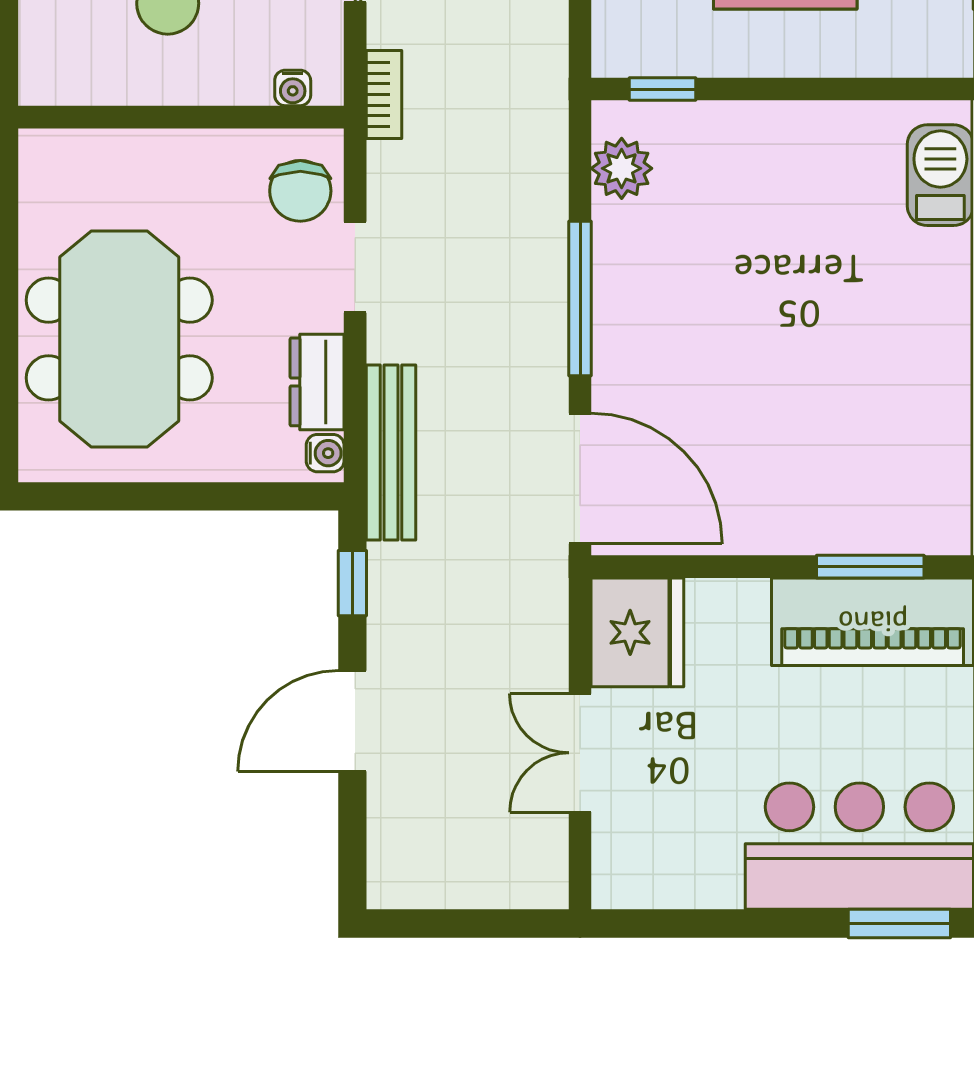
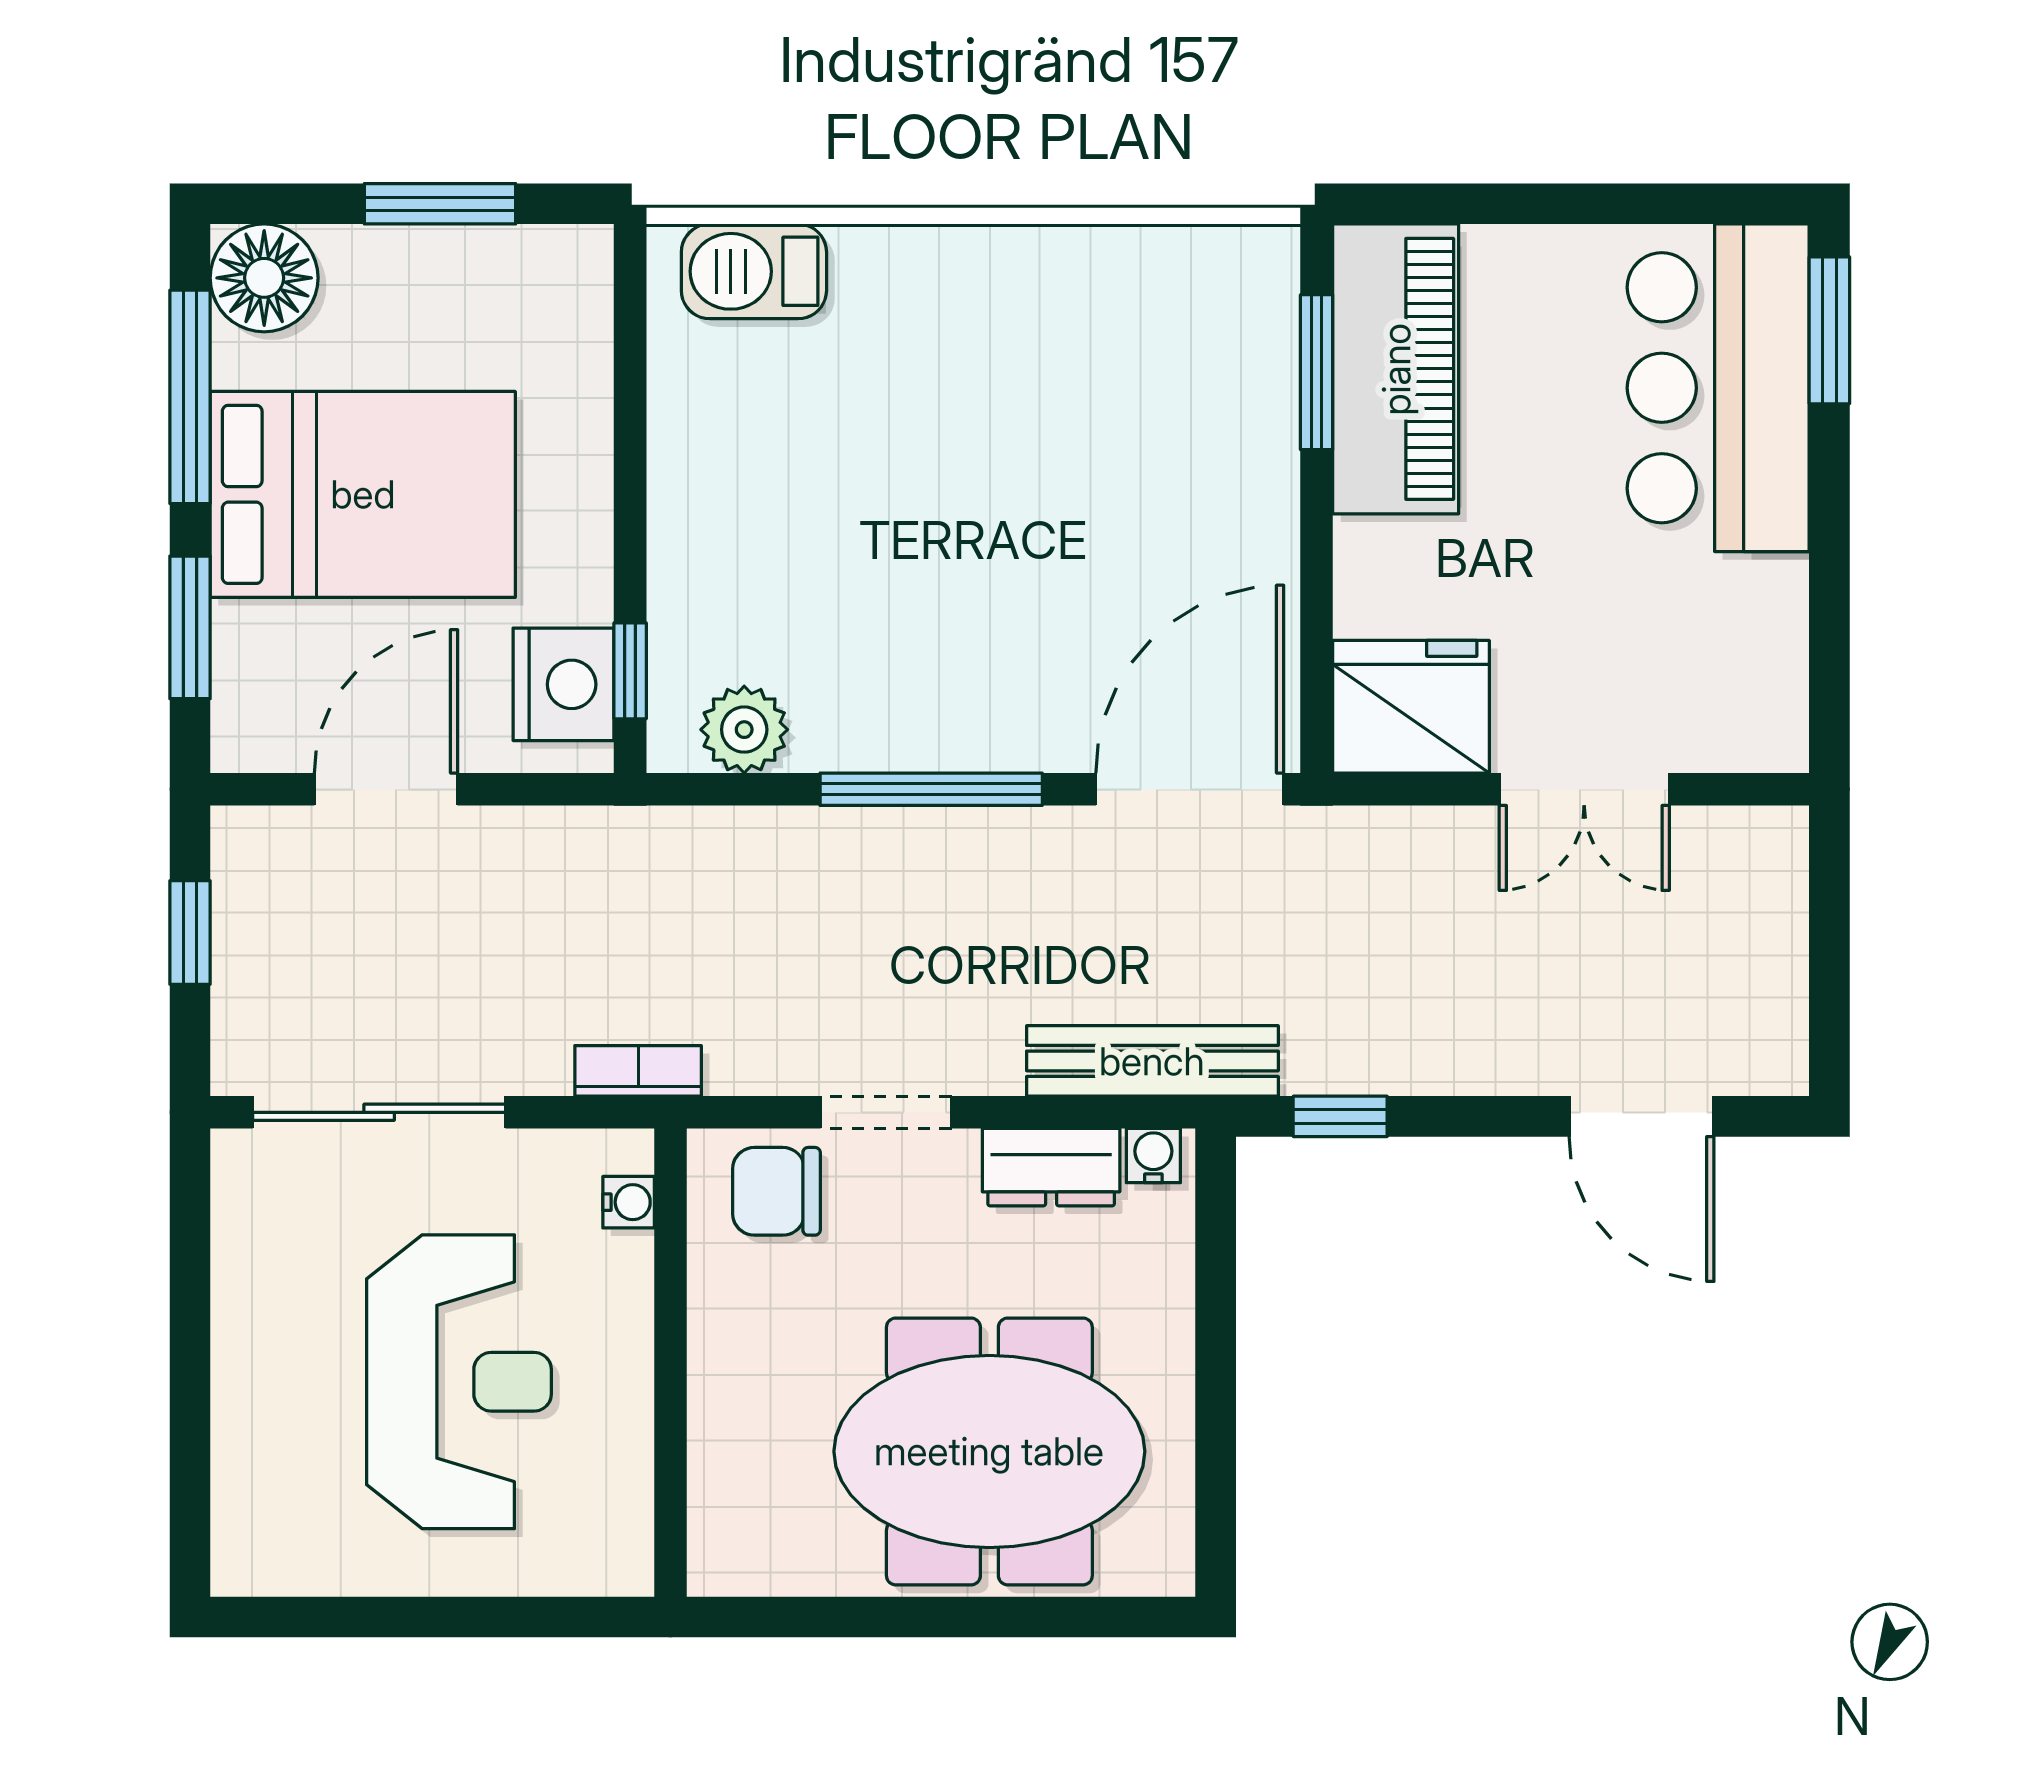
nightstand: (653, 43) -> (564, 684), added
chair: (300, 191) -> (776, 1191), turned 180
door: (352, 721) -> (1641, 1116), moved

